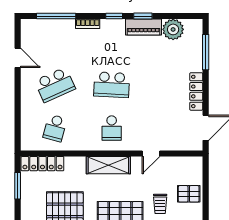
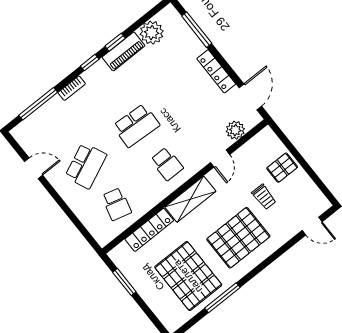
plant: (177, 142) -> (235, 130), added
locker: (42, 164) -> (149, 230), moved

